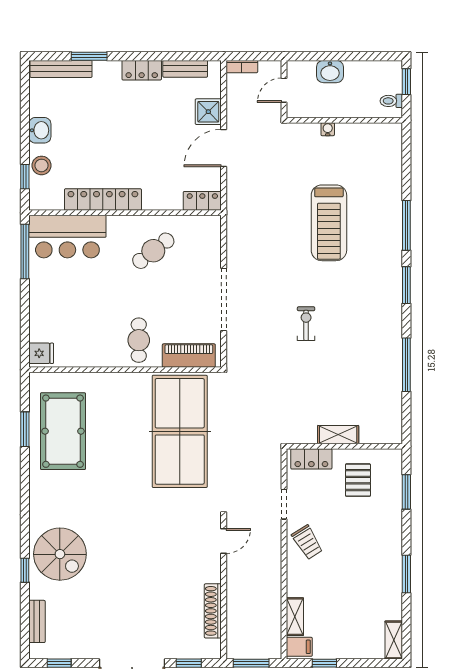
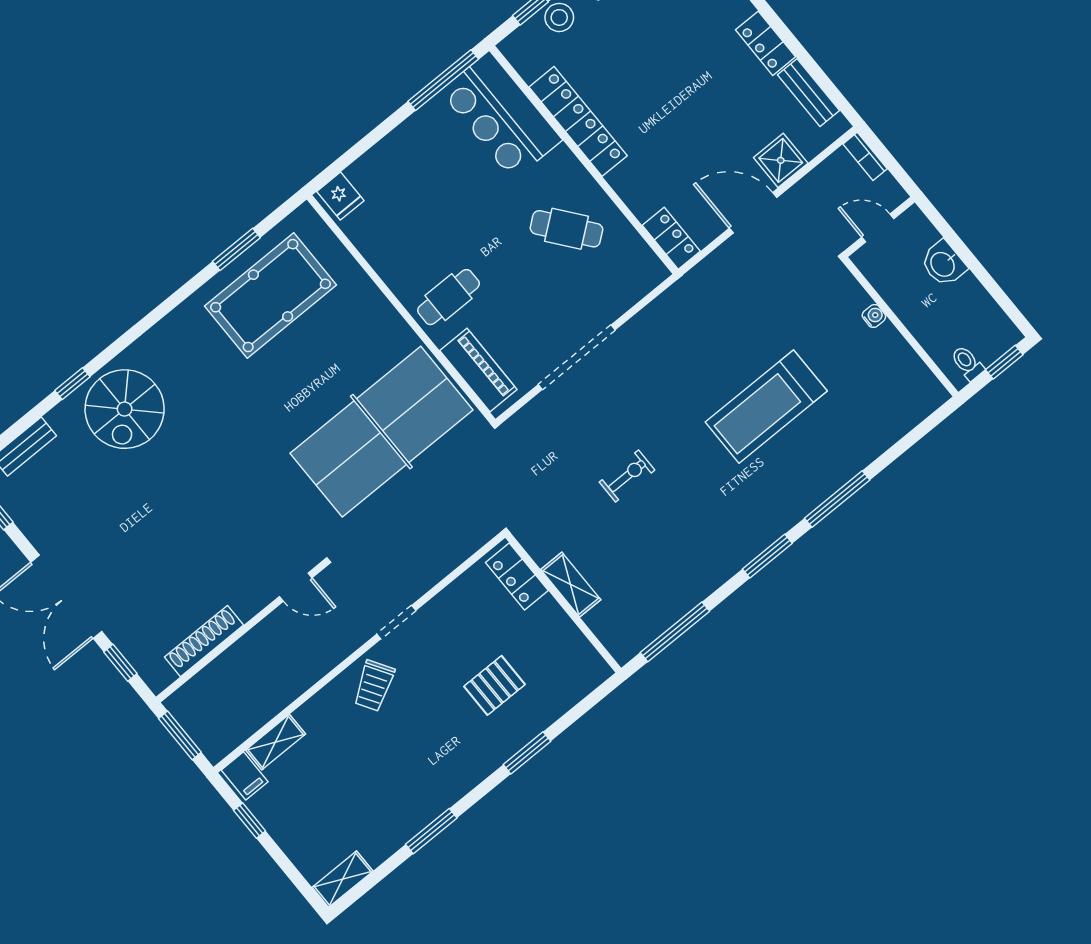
shelving: (338, 435) -> (571, 585), moved
wall: (344, 446) -> (563, 603), moved
locker: (311, 459) -> (517, 577), moved

